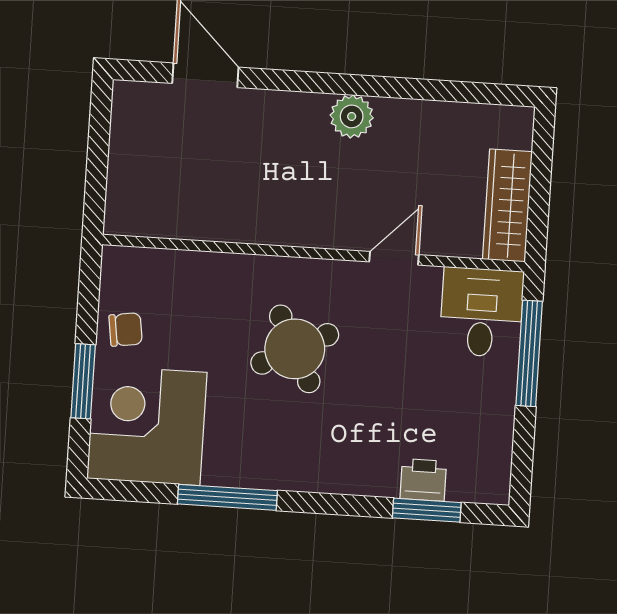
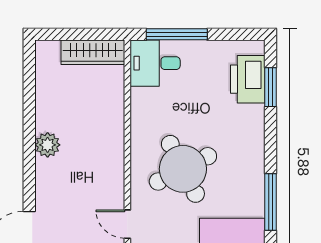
door: (394, 258) -> (127, 224), moved
round table: (295, 349) -> (183, 169), width x1.36, depth x1.36
printer: (423, 480) -> (248, 79), width x1.87, depth x1.48

